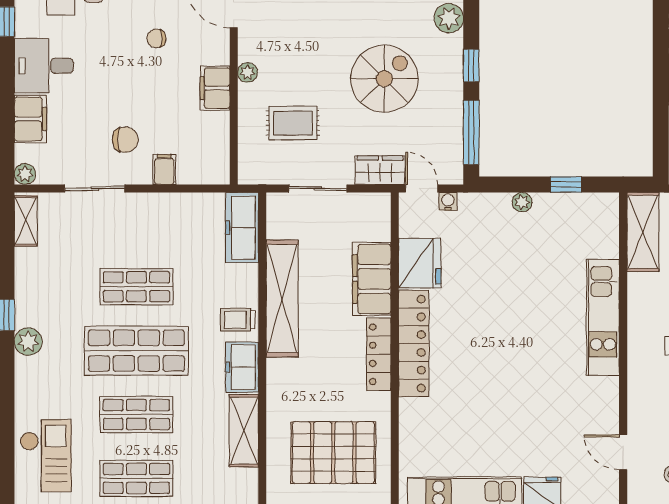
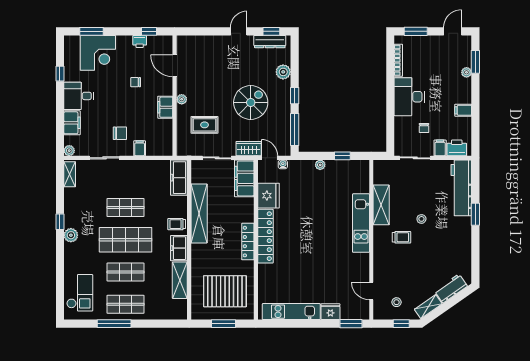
shelving: (643, 232) -> (381, 205), moved
filing cabinet: (372, 279) -> (244, 178), moved

